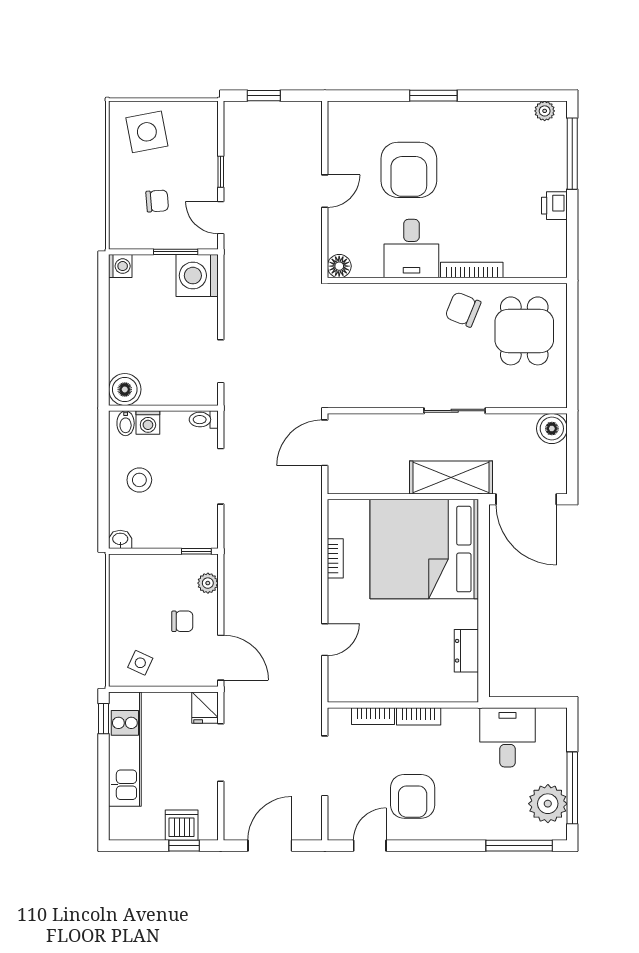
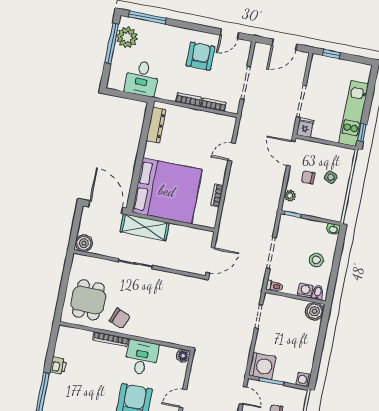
dresser: (466, 651) -> (156, 125), width x1.44
side table: (140, 663) -> (331, 177), moved
dishwasher: (182, 825) -> (331, 65), removed

